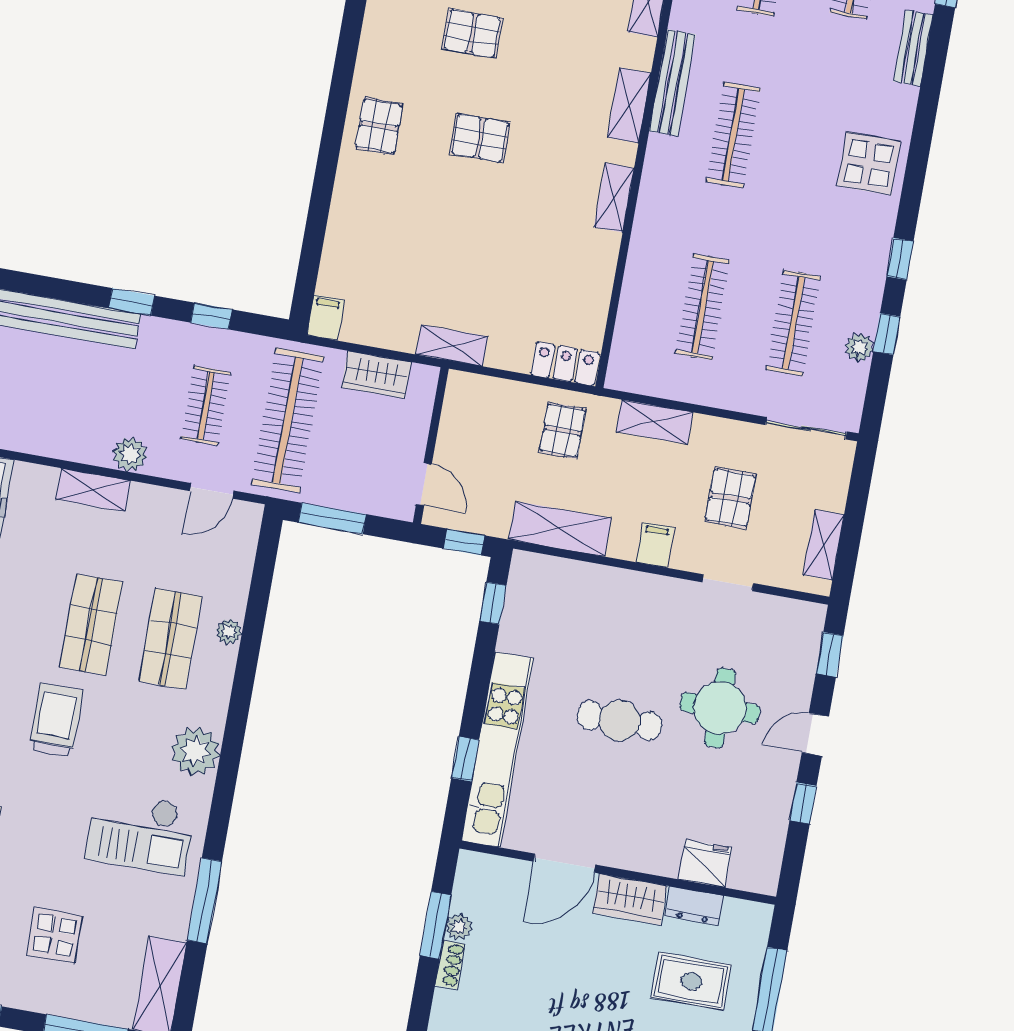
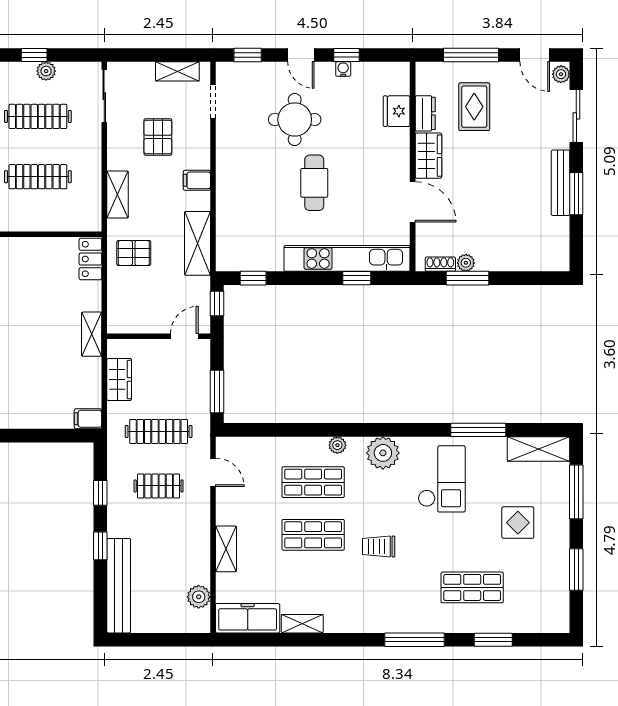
clothes rail: (288, 420) -> (159, 431), width x0.73, depth x0.76
plant: (130, 454) -> (199, 597), moved
pallet: (730, 498) -> (158, 137), turned 90
doorway: (728, 583) -> (213, 102), moved
plant: (229, 632) -> (337, 445), moved
trolley: (56, 720) -> (379, 547), width x0.73, depth x0.72
water cooler: (783, 794) -> (343, 69), added
shoe rack: (450, 965) -> (440, 264), moved

